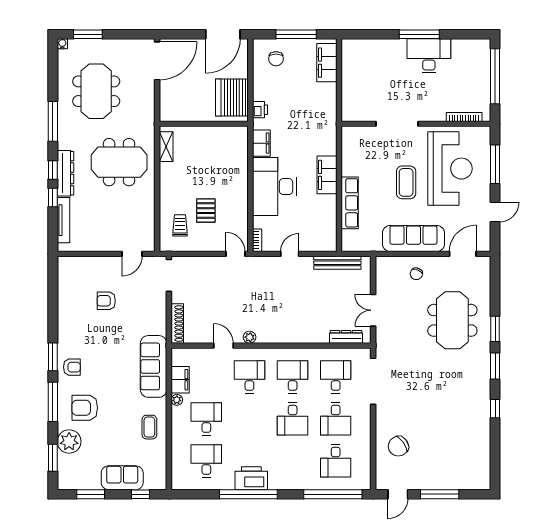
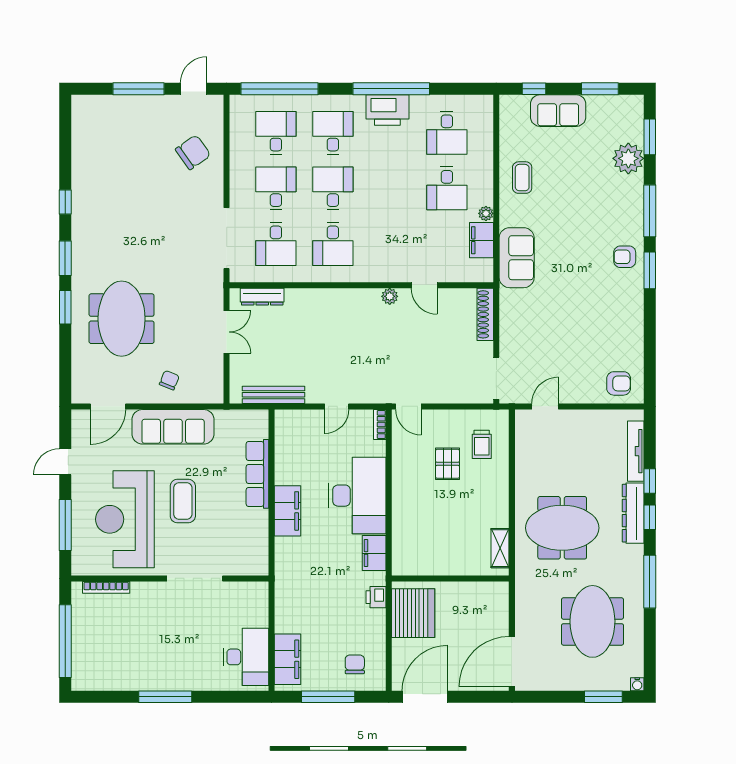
desk: (429, 56) -> (246, 657), moved, turned -90
armchair: (106, 301) -> (619, 383), moved
sofa: (154, 366) -> (517, 258), width x0.73
desk: (249, 377) -> (333, 133), moved, turned 180
armchair: (85, 408) -> (608, 203), removed

